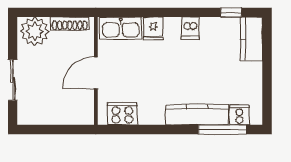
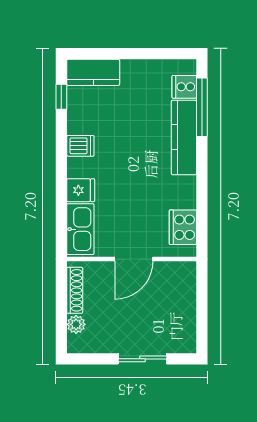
plant: (35, 31) -> (76, 324), width x0.53, depth x0.53
door: (96, 73) -> (134, 259), hinge flipped

